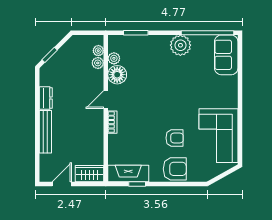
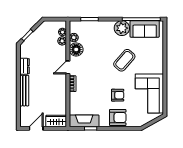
sofa: (226, 55) -> (145, 29), moved, turned -90
coffee table: (184, 90) -> (124, 60), added

